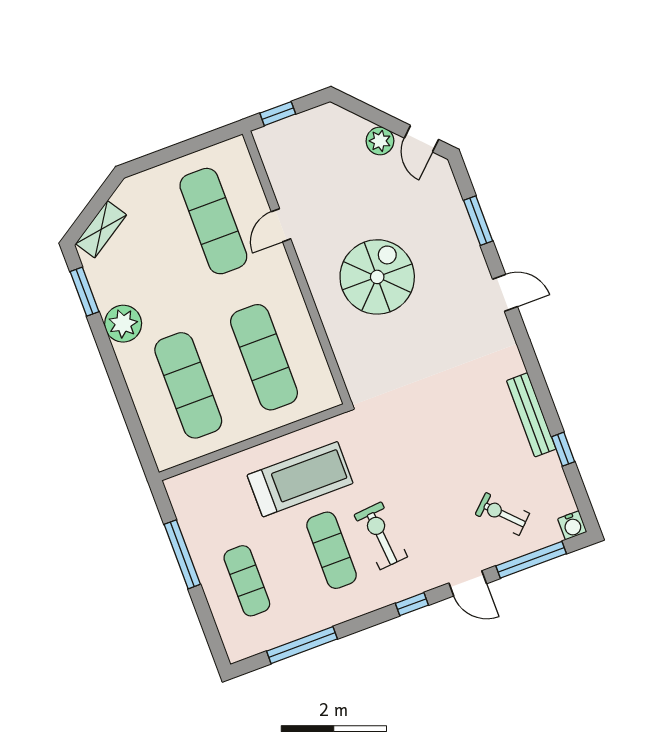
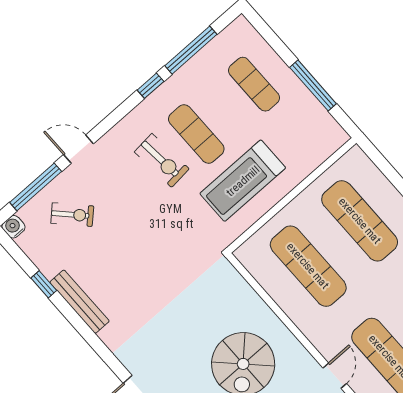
window: (412, 604) -> (150, 86), moved

